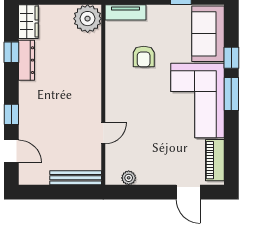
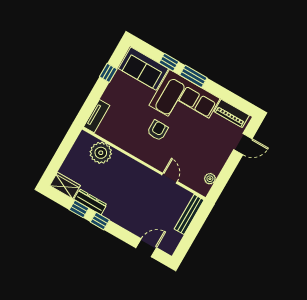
plant: (88, 19) -> (101, 153), moved
armchair: (144, 56) -> (158, 130), moved, turned -90
window: (11, 114) -> (100, 221), moved

